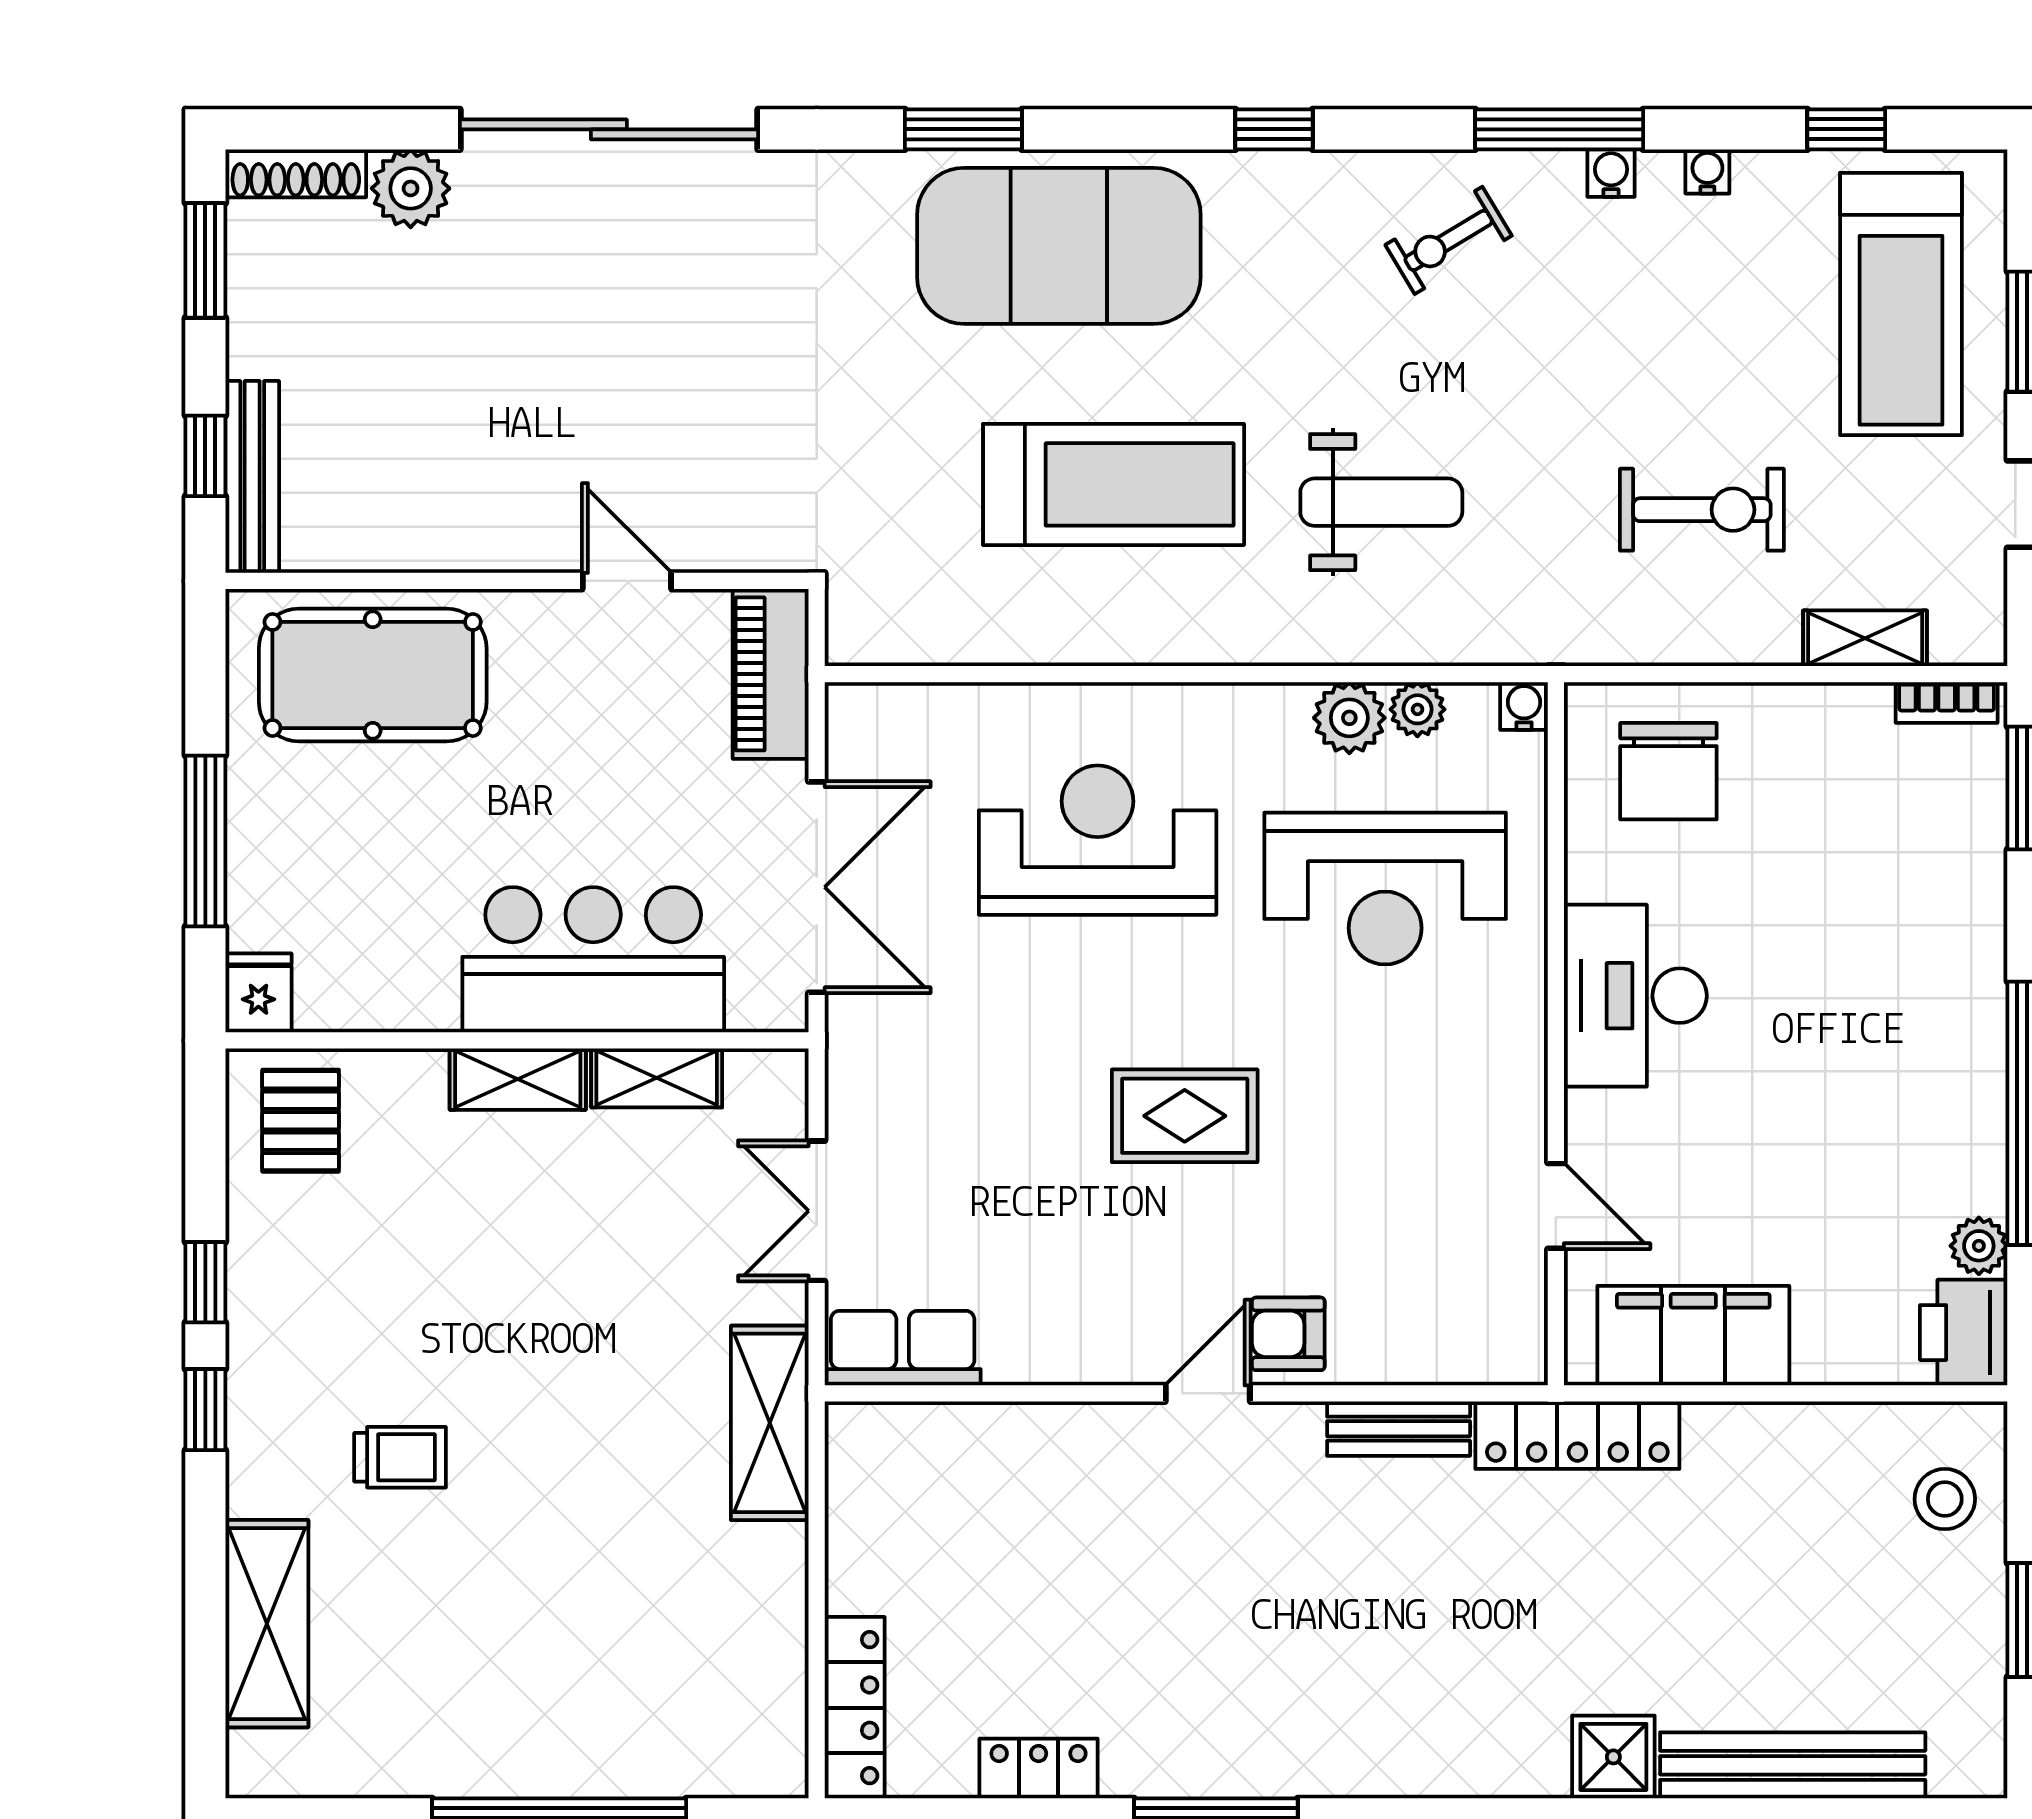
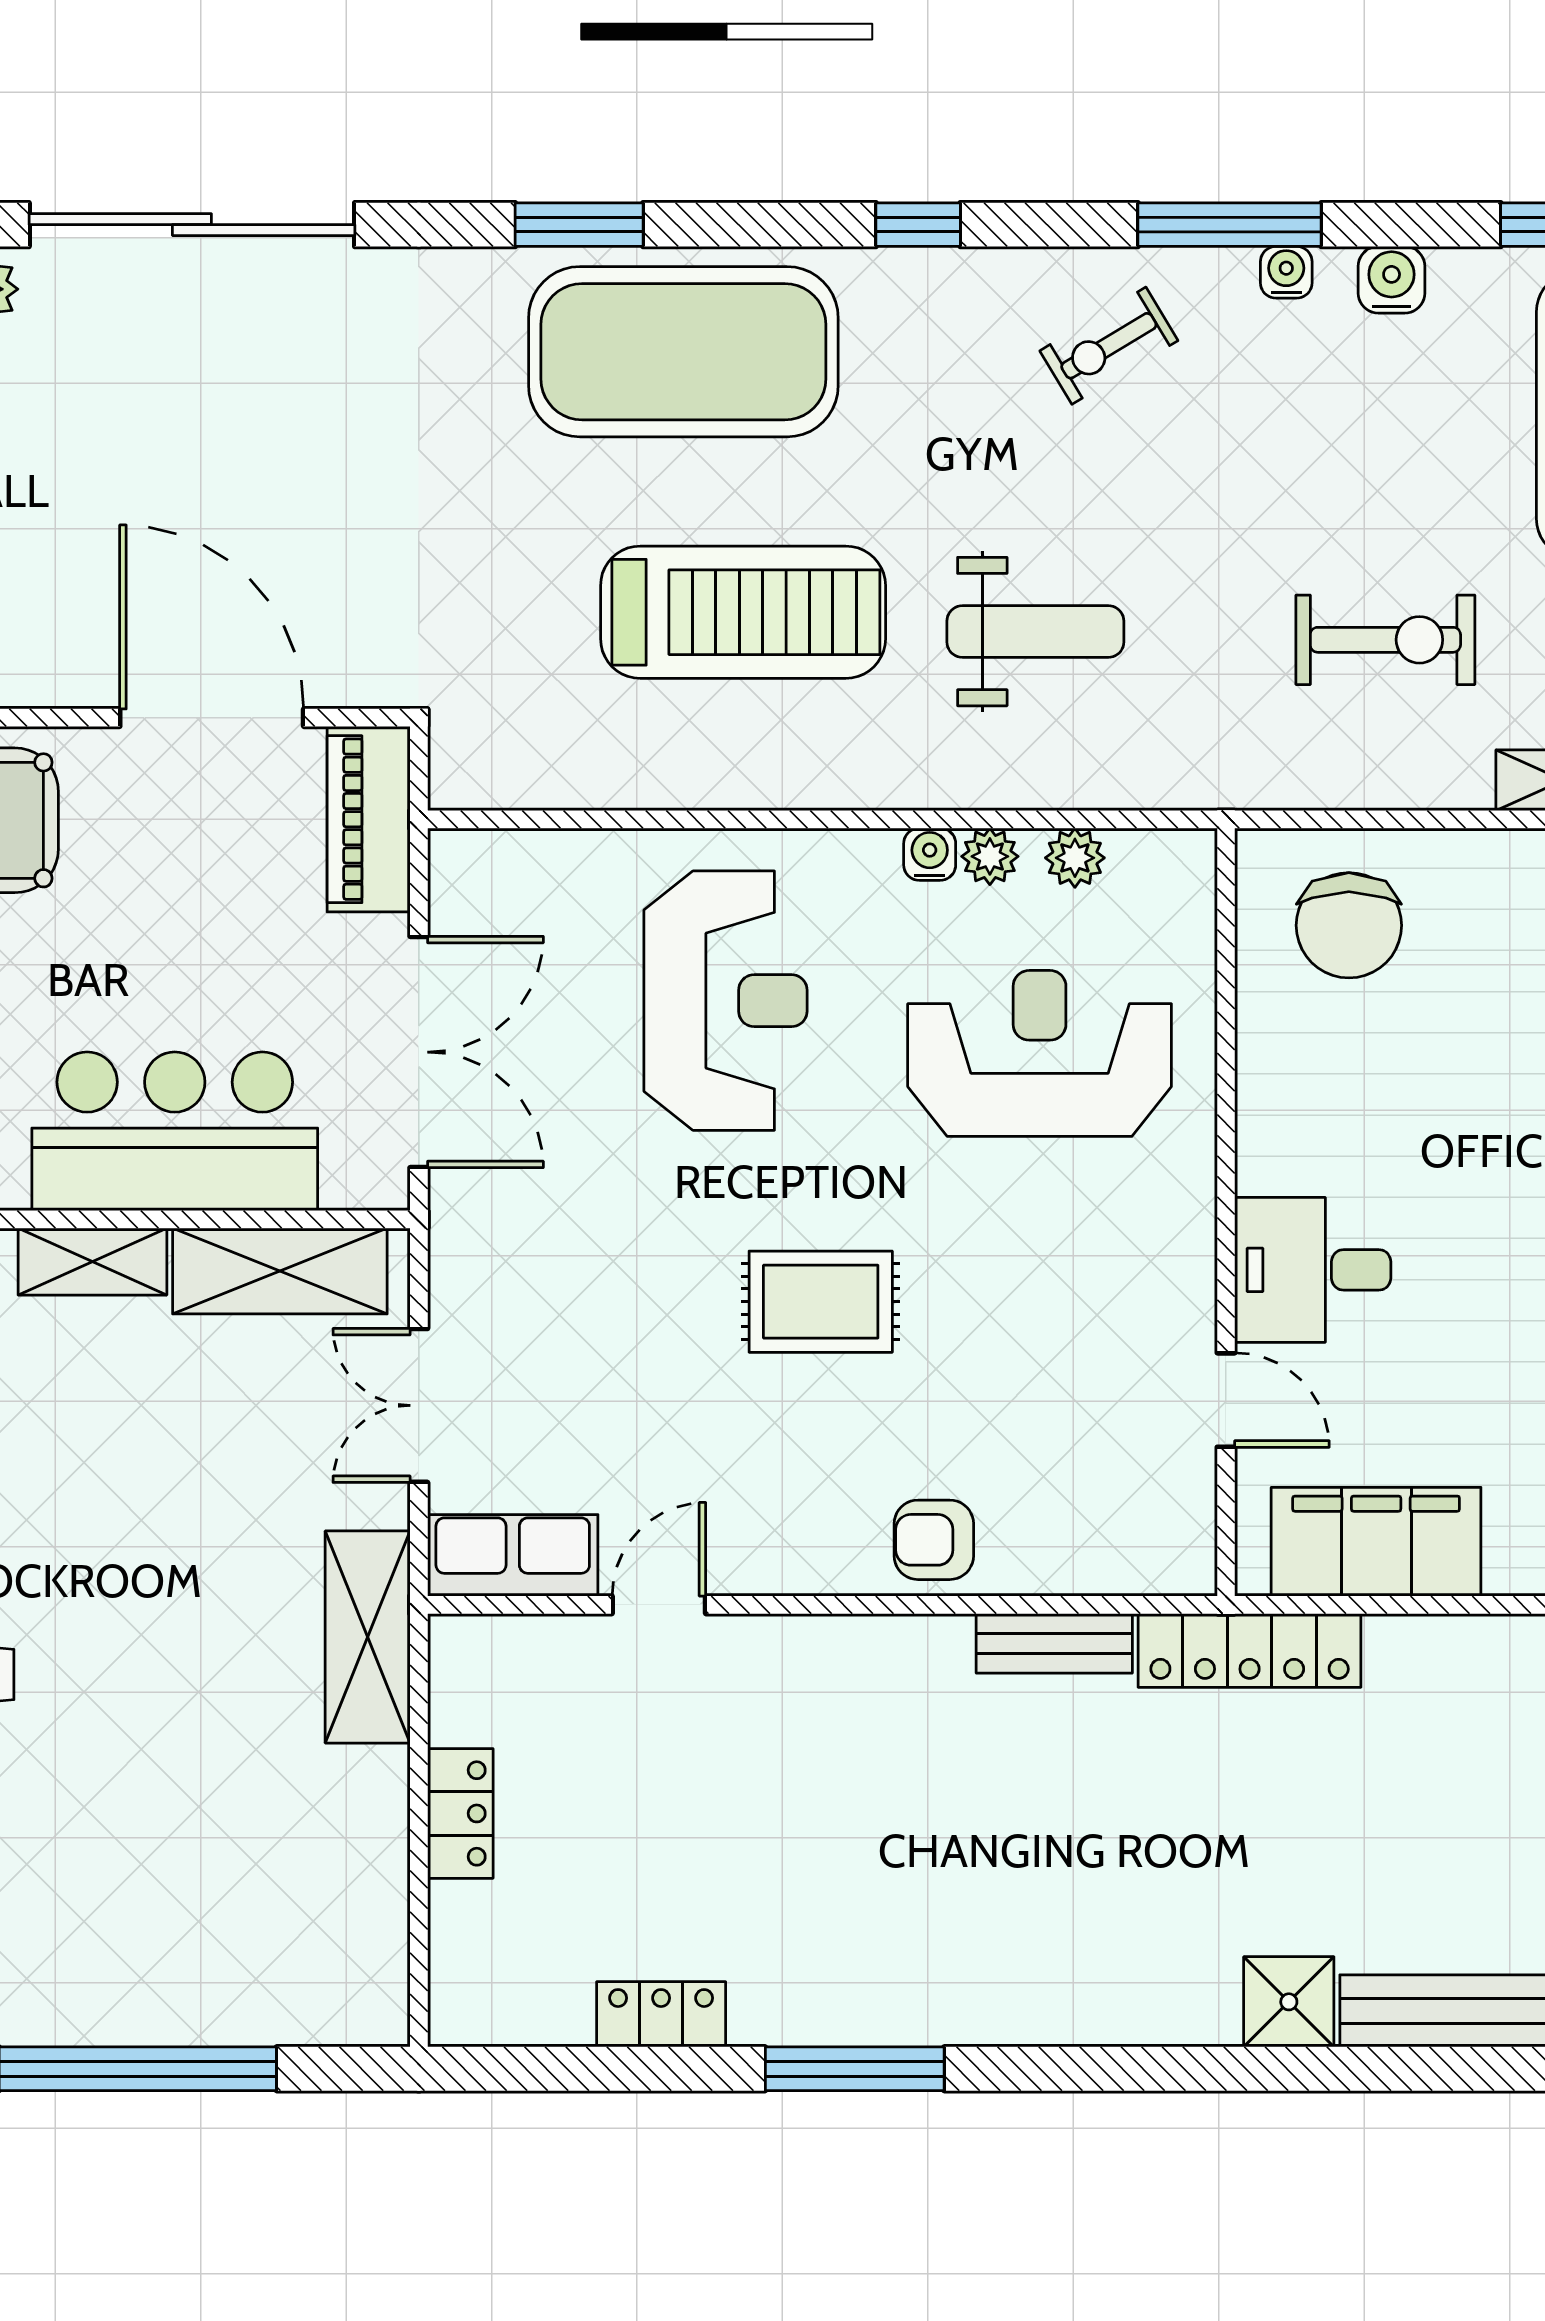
water cooler: (1707, 171) -> (1392, 280), width x1.38, depth x1.38
door: (627, 581) -> (212, 718), width x1.87
water cooler: (1524, 706) -> (930, 854), moved
plant: (1349, 718) -> (990, 856), width x0.73, depth x0.73
reception desk: (1098, 840) -> (726, 1001), turned 90
reception desk: (1385, 888) -> (1040, 1053), turned 180
desk: (1635, 996) -> (1313, 1270), moved, width x0.73
shelving: (657, 1078) -> (280, 1271), width x1.50, depth x1.33
door: (1208, 1393) -> (659, 1605), moved
locker: (855, 1708) -> (460, 1813), moved, width x0.66

